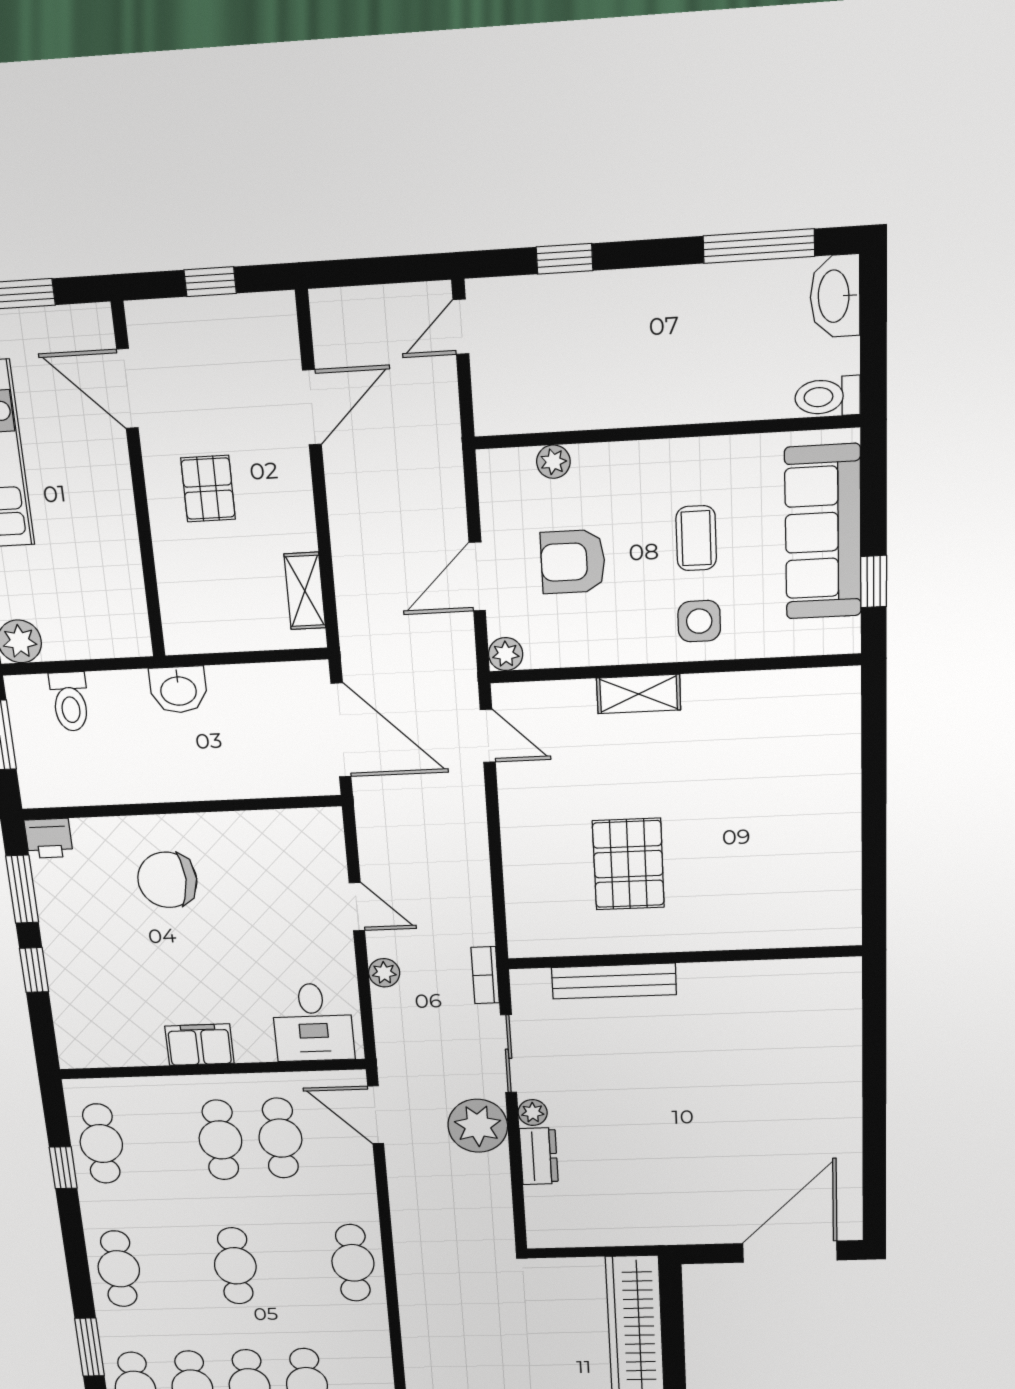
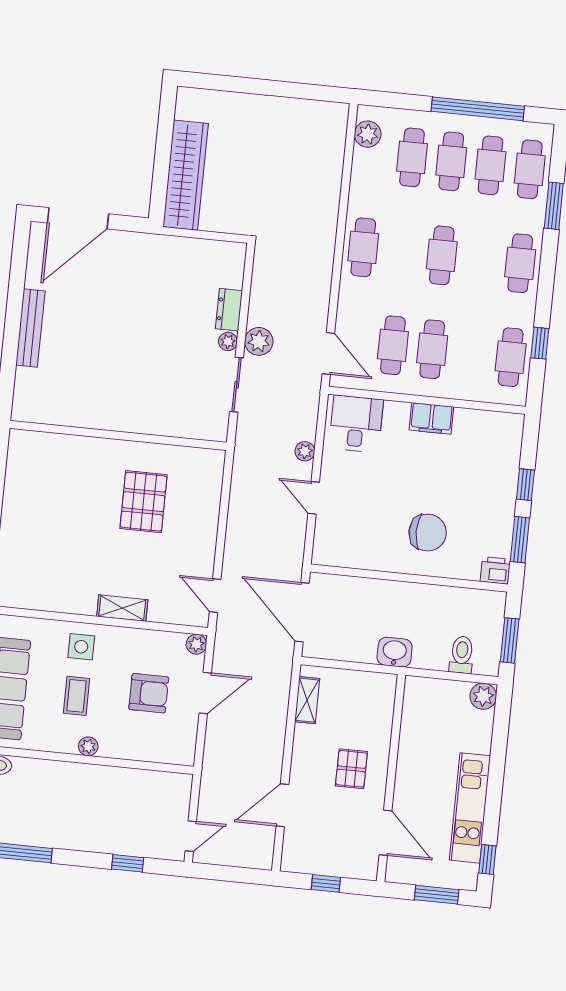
plant: (553, 462) -> (88, 746), moved
bookcase: (485, 975) -> (242, 441), removed
bench: (614, 981) -> (30, 328), moved, turned 90
plant: (478, 1126) -> (259, 341), width x0.73, depth x0.73

